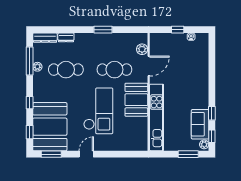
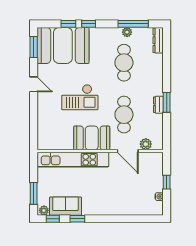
dresser: (66, 37) -> (158, 105), moved
checkout: (98, 111) -> (80, 97), width x0.73, depth x0.83
window: (30, 132) -> (68, 24), moved

